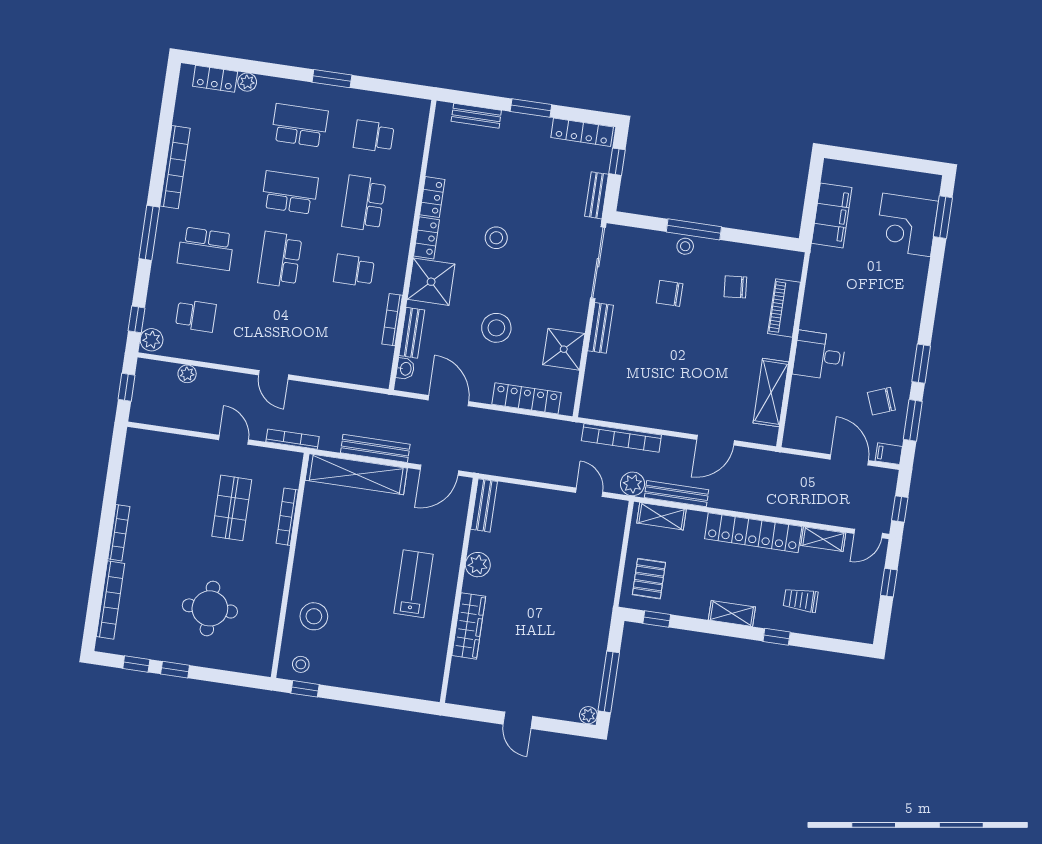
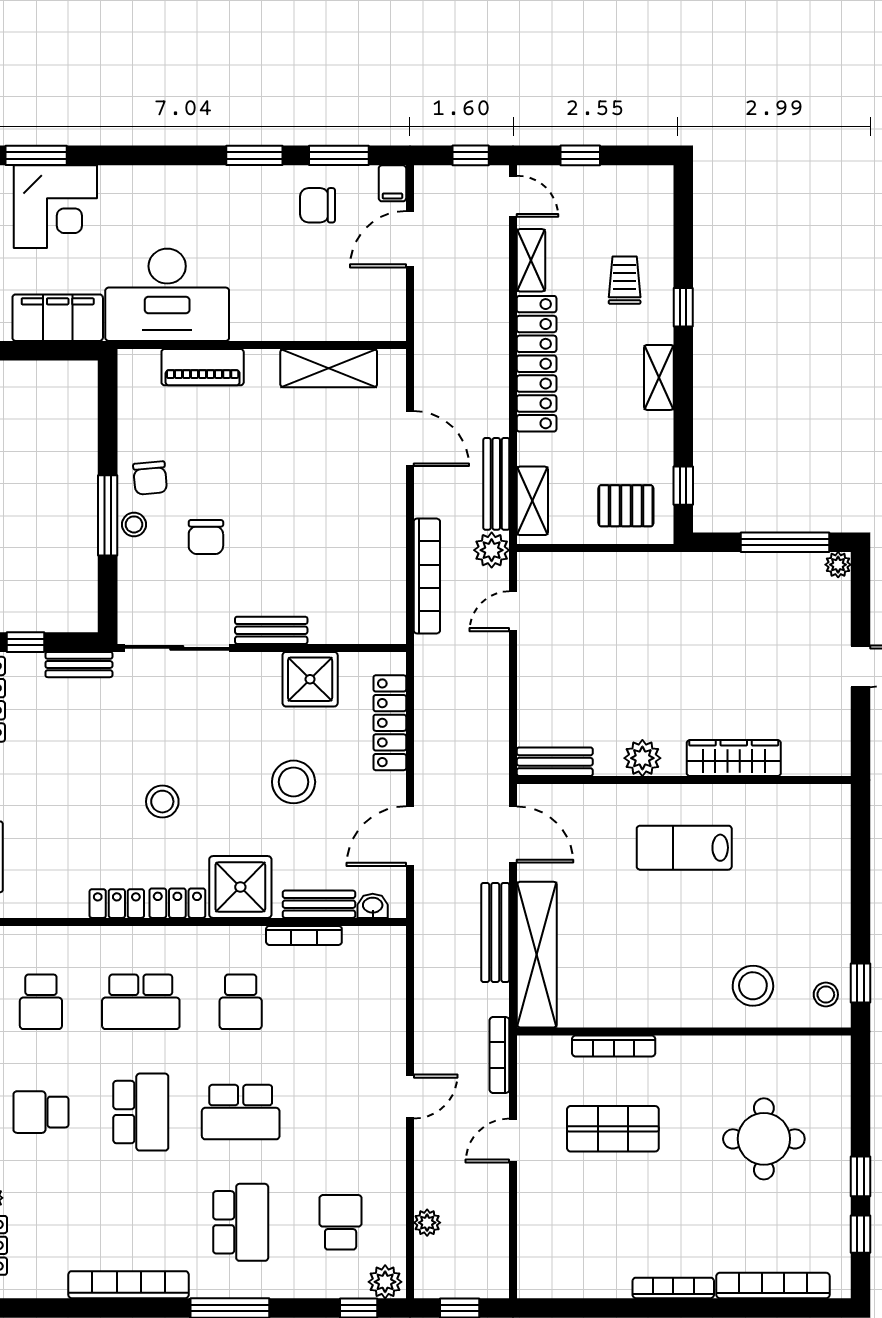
school desk: (300, 125) -> (41, 1112), width x0.54
school desk: (290, 193) -> (141, 1112), turned 180
chair: (735, 287) -> (150, 478), moved
desk: (819, 355) -> (167, 295), moved, width x1.87, depth x1.30
chair: (881, 401) -> (317, 205), turned 111
trolley: (801, 600) -> (625, 280), turned 180

